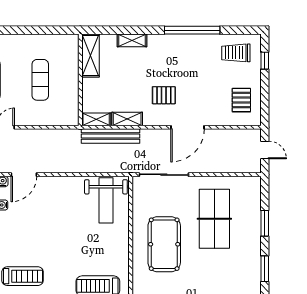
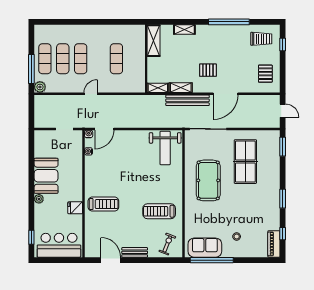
trolley: (236, 53) -> (261, 39), turned 180
bench: (110, 136) -> (187, 100), moved
window: (265, 223) -> (283, 147), moved

